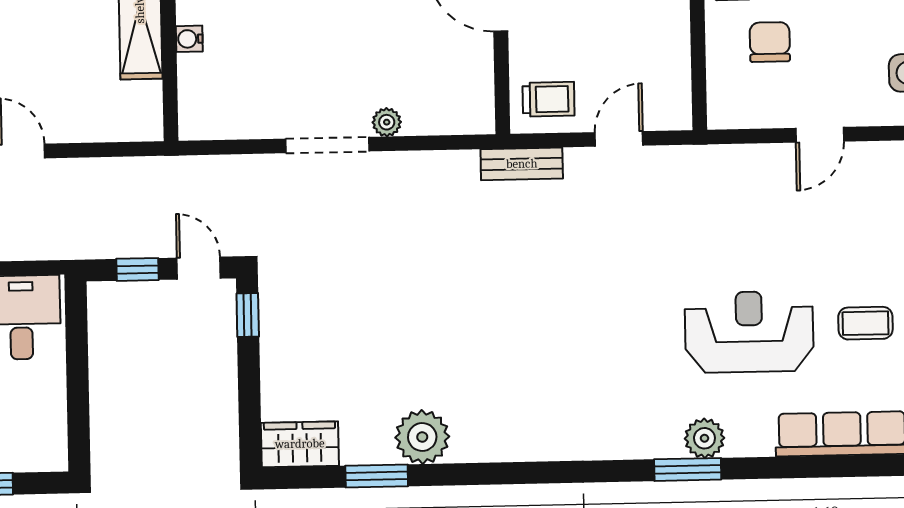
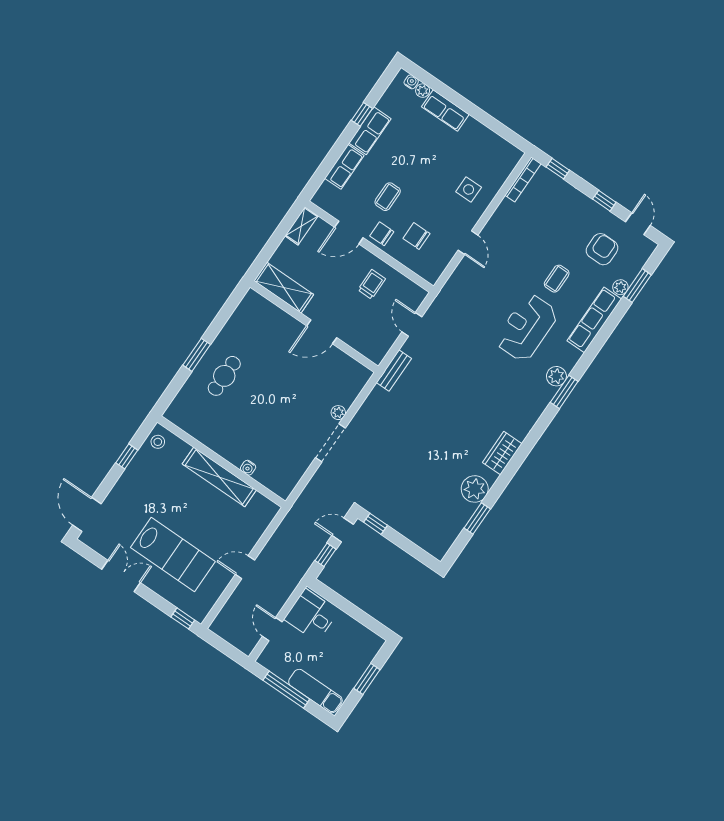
trolley: (549, 99) -> (372, 284), moved
wardrobe: (300, 444) -> (502, 453), moved

